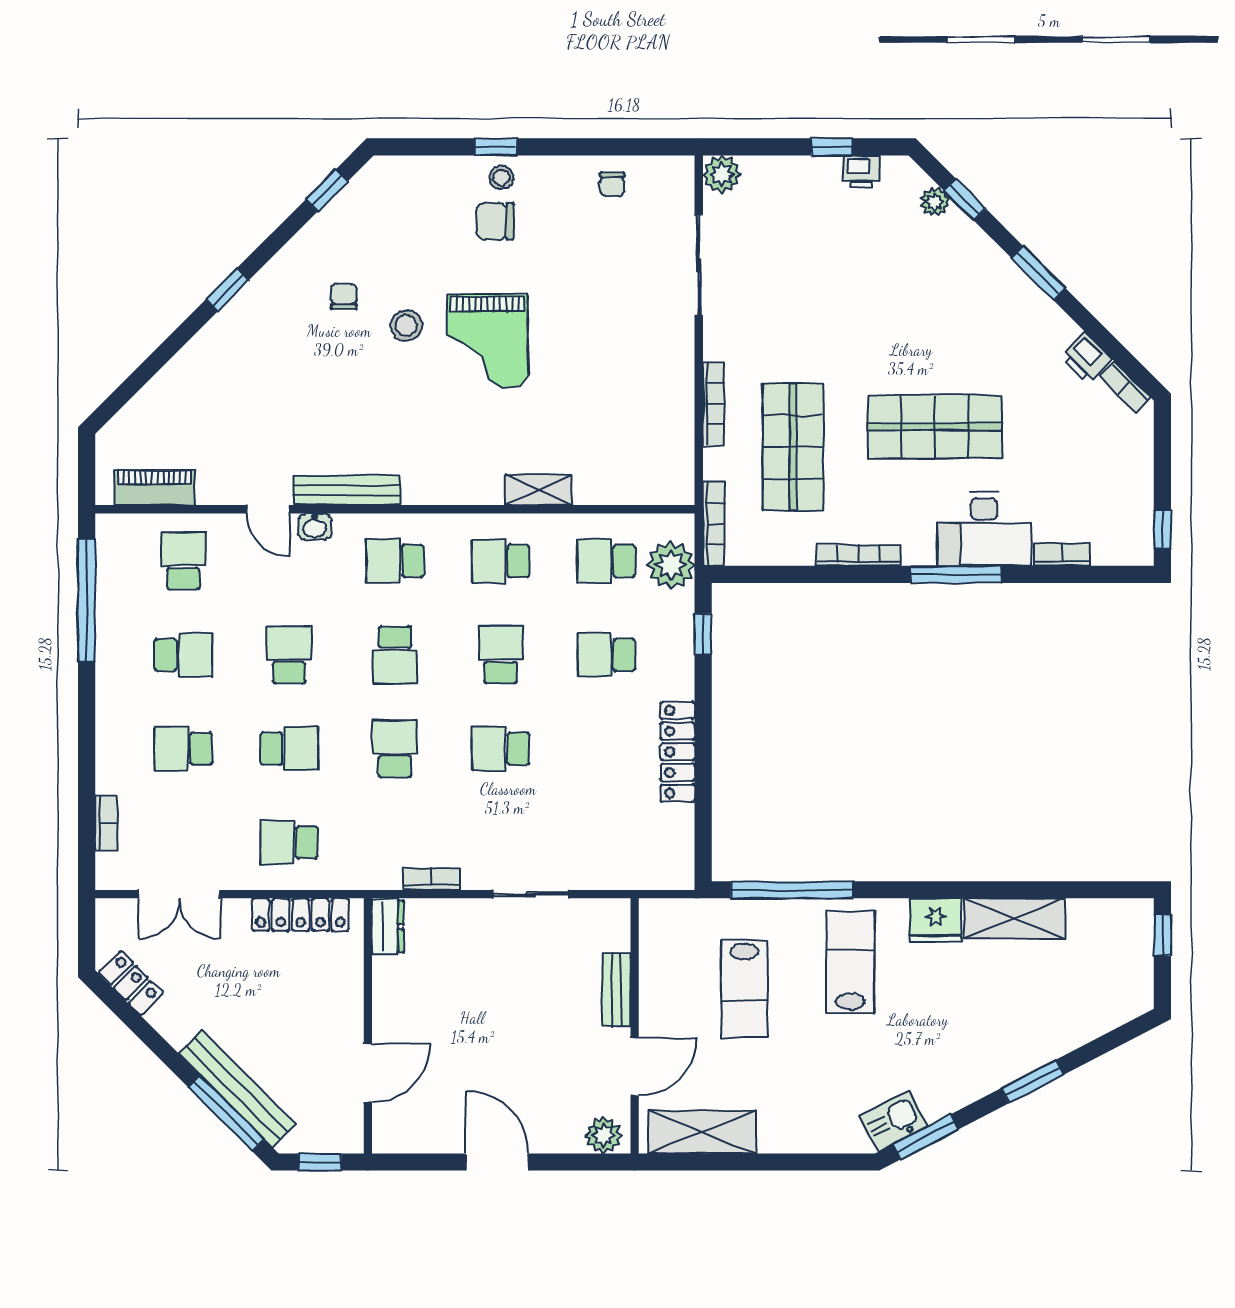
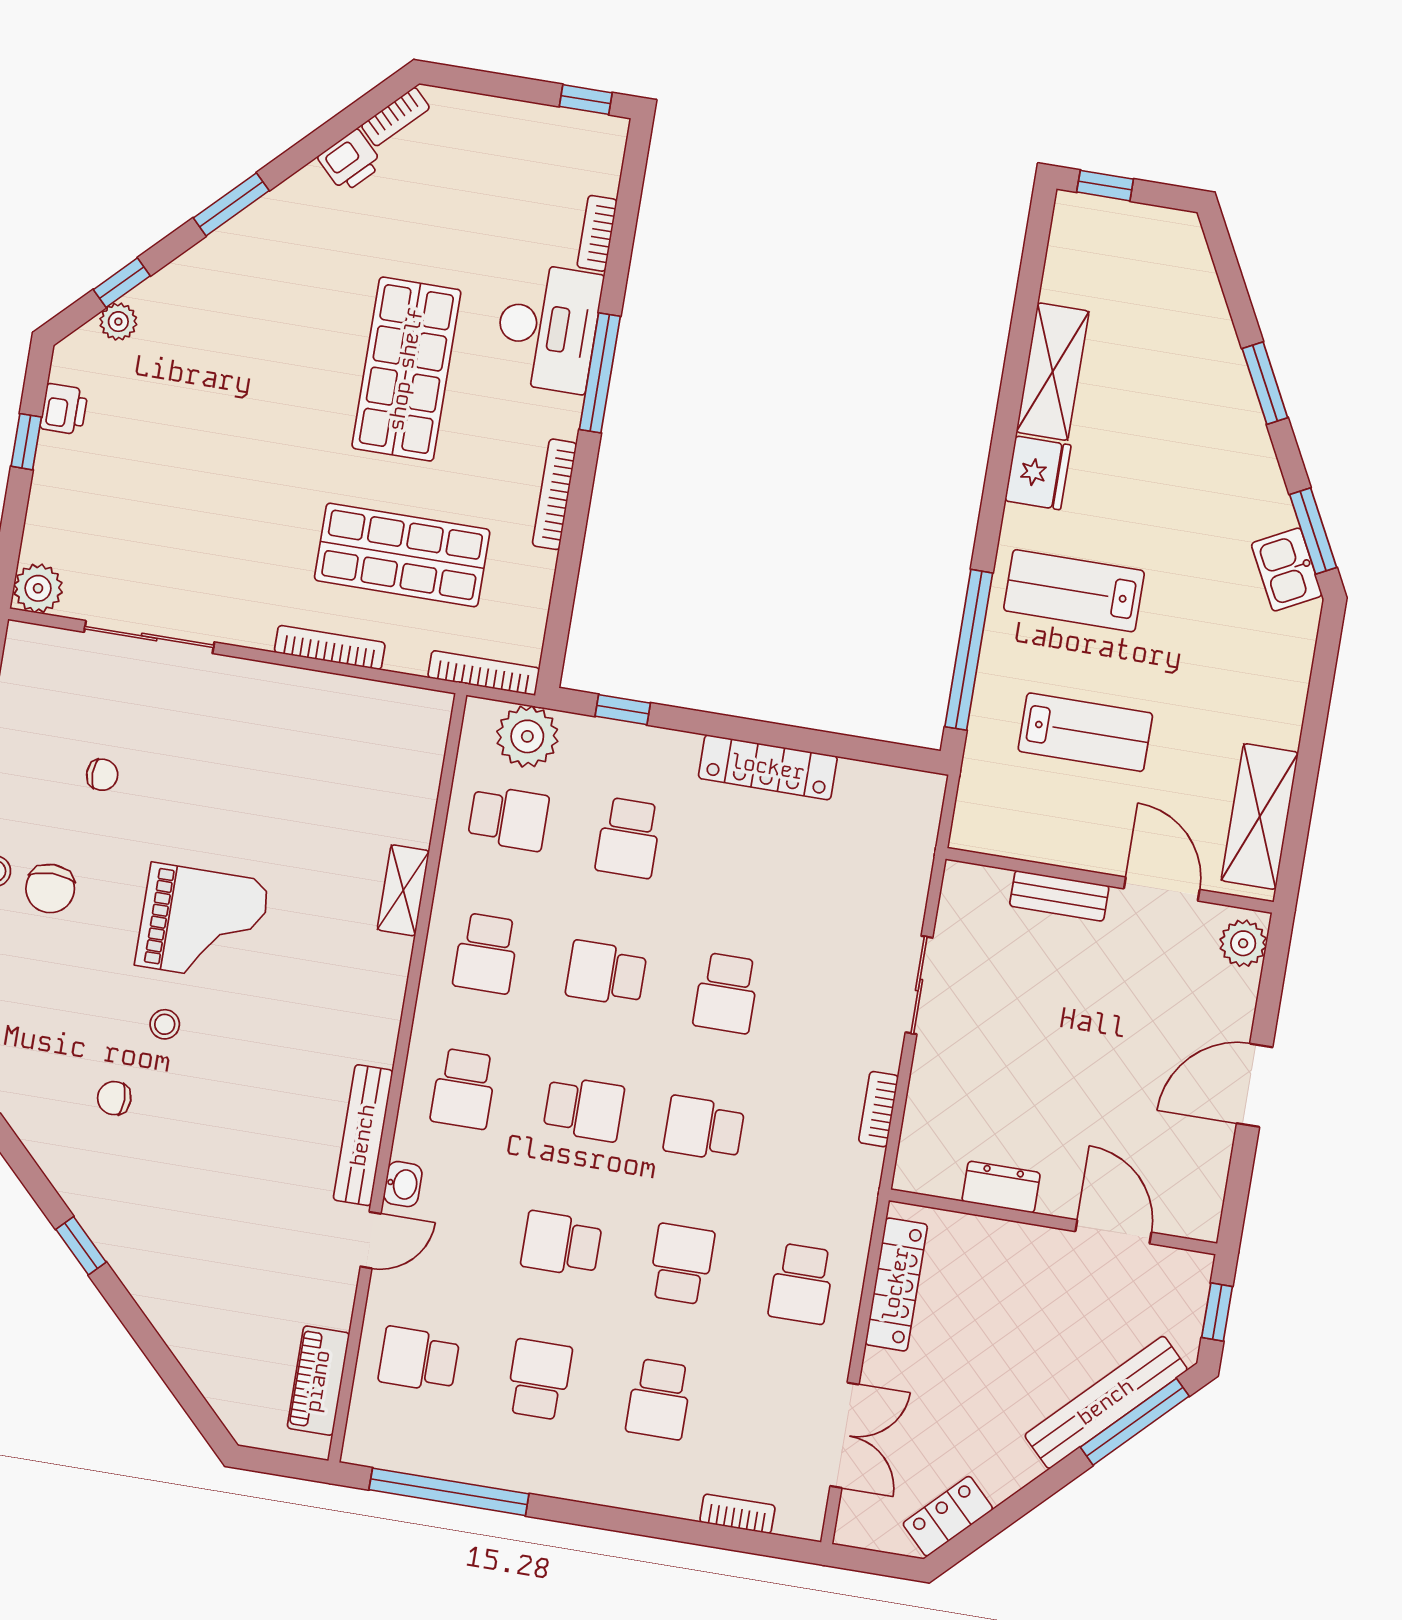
chair: (612, 184) -> (102, 775), moved
stool: (406, 326) -> (165, 1024), width x0.73, depth x0.73
school desk: (606, 561) -> (508, 818), turned -90
dresser: (388, 926) -> (1001, 1187), moved

